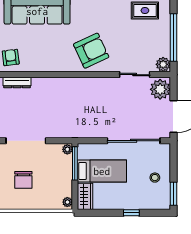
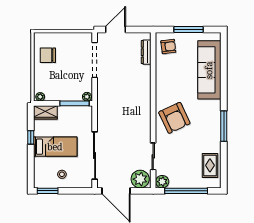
bed: (102, 171) -> (55, 147), moved, turned -90
chair: (23, 180) -> (48, 55), moved
window: (131, 213) -> (31, 137), moved

